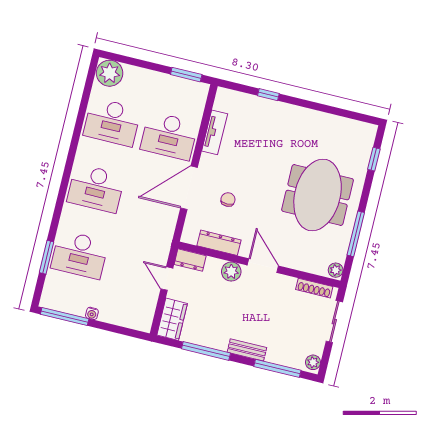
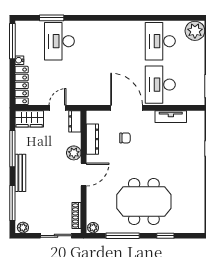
window: (374, 159) -> (165, 236), moved
desk: (96, 188) -> (110, 41), removed
locker: (126, 319) -> (22, 85), added
bench: (247, 350) -> (20, 173), width x1.36

